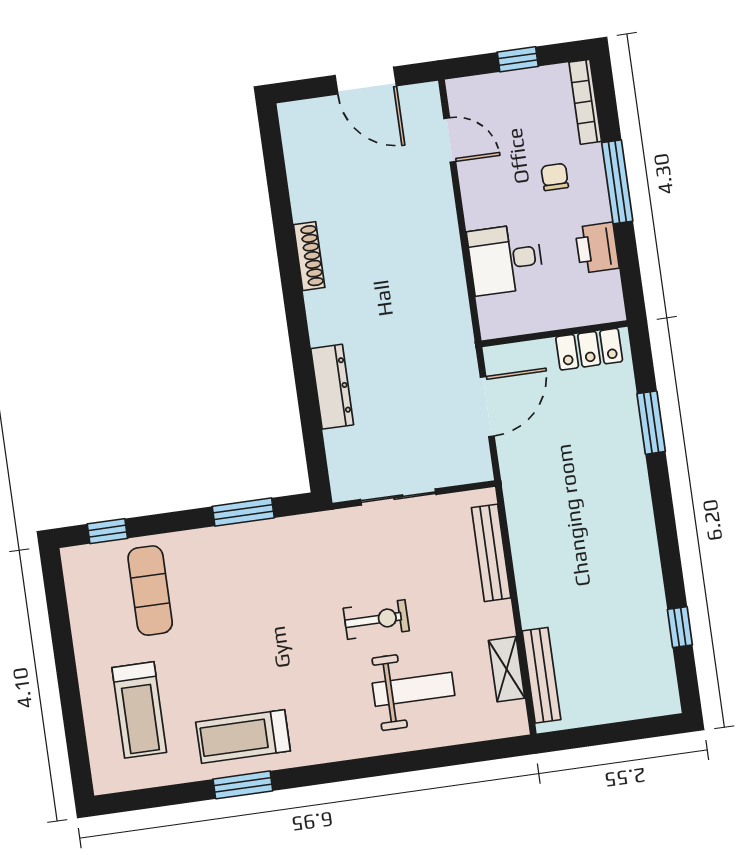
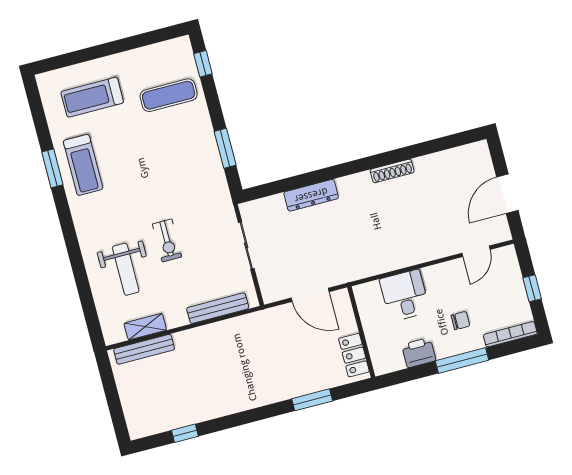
treadmill: (243, 737) -> (83, 165), turned 180

